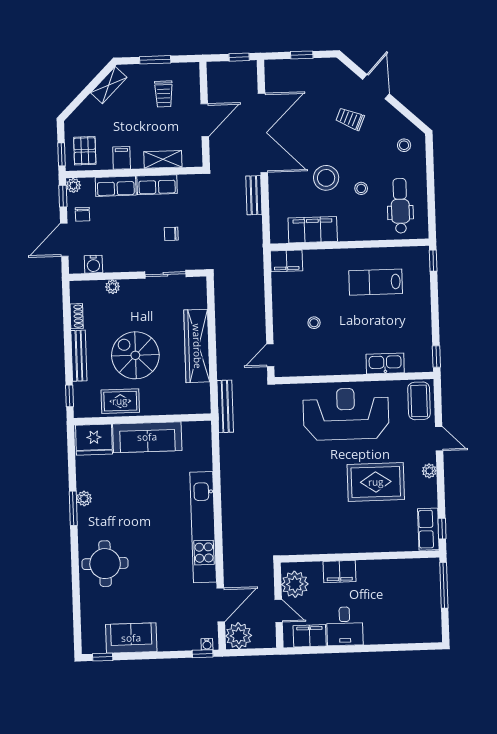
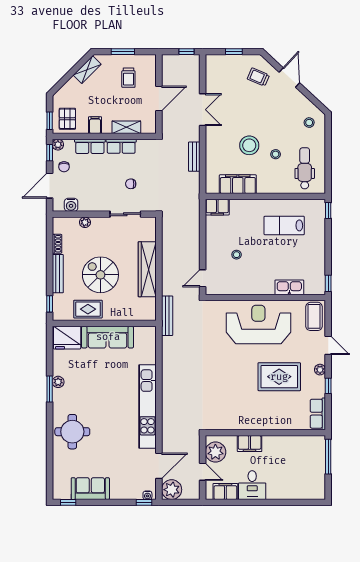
trolley: (350, 119) -> (258, 77), moved
double door: (263, 133) -> (203, 110), width x0.54
window: (442, 529) -> (328, 386), moved

